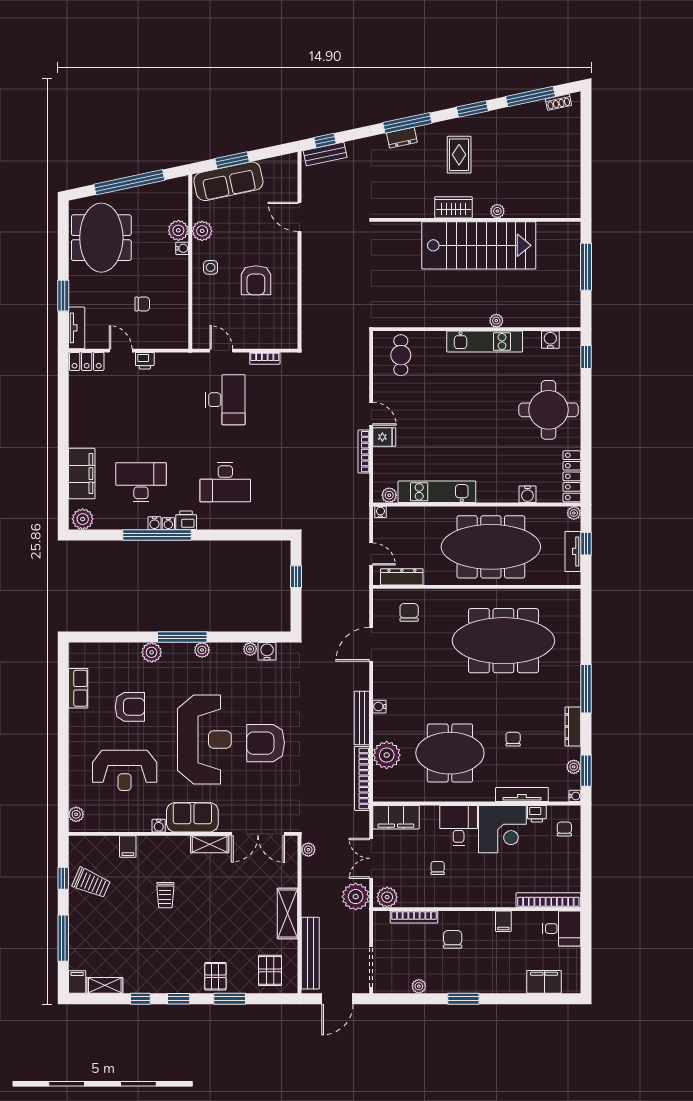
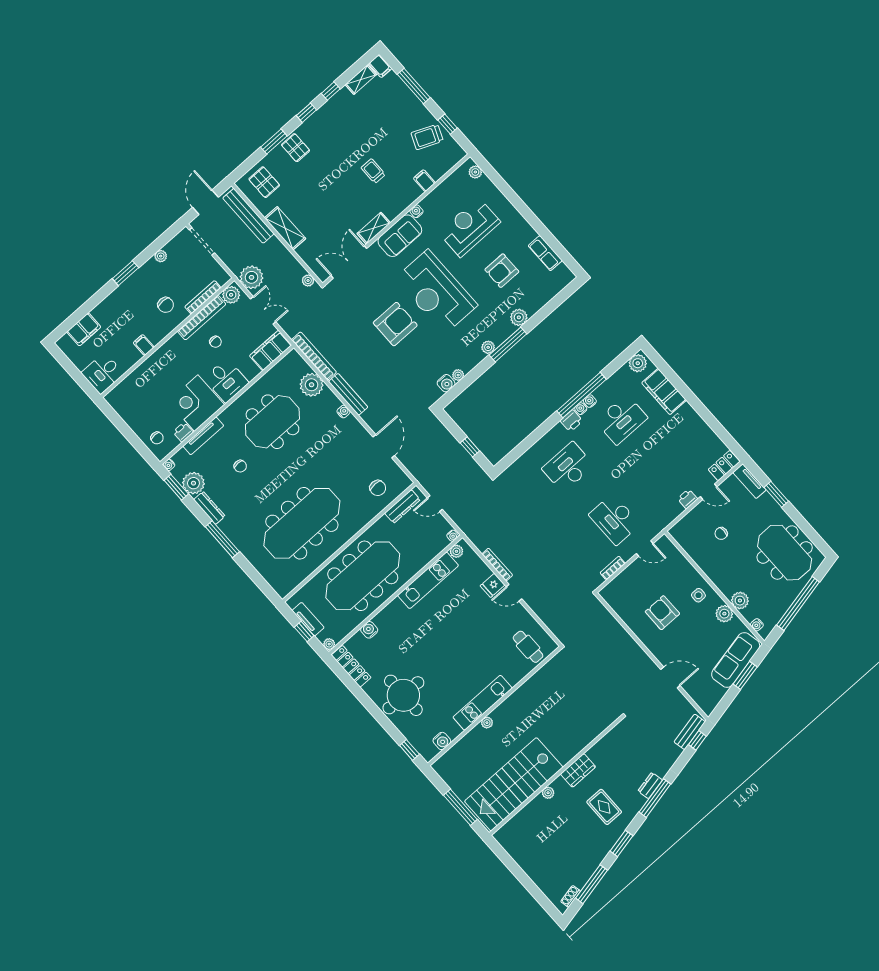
stairs: (479, 245) -> (514, 784), moved
water cooler: (182, 248) -> (757, 625), moved
plant: (574, 767) -> (193, 483), width x1.88, depth x1.88
bookcase: (548, 900) -> (202, 318), moved

